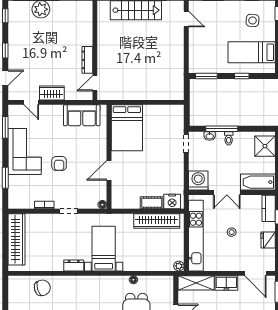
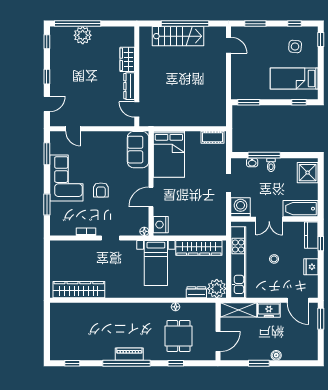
window: (242, 76) -> (299, 102), moved
door: (95, 83) -> (137, 110), hinge flipped
wardrobe: (52, 93) -> (127, 59), moved, turned -90
sofa: (82, 115) -> (138, 150), moved, turned 90
doorway: (186, 144) -> (229, 183), moved
nightstand: (172, 202) -> (161, 225), moved, turned 90
cot: (152, 203) -> (213, 137), moved
wardrobe: (17, 239) -> (79, 290), moved, turned -90
bed with nightstands: (104, 249) -> (156, 263), moved, turned 180
dresser: (74, 265) -> (196, 292), moved
plant: (179, 266) -> (217, 289), width x1.87, depth x1.87
chair: (42, 288) -> (84, 315), removed

